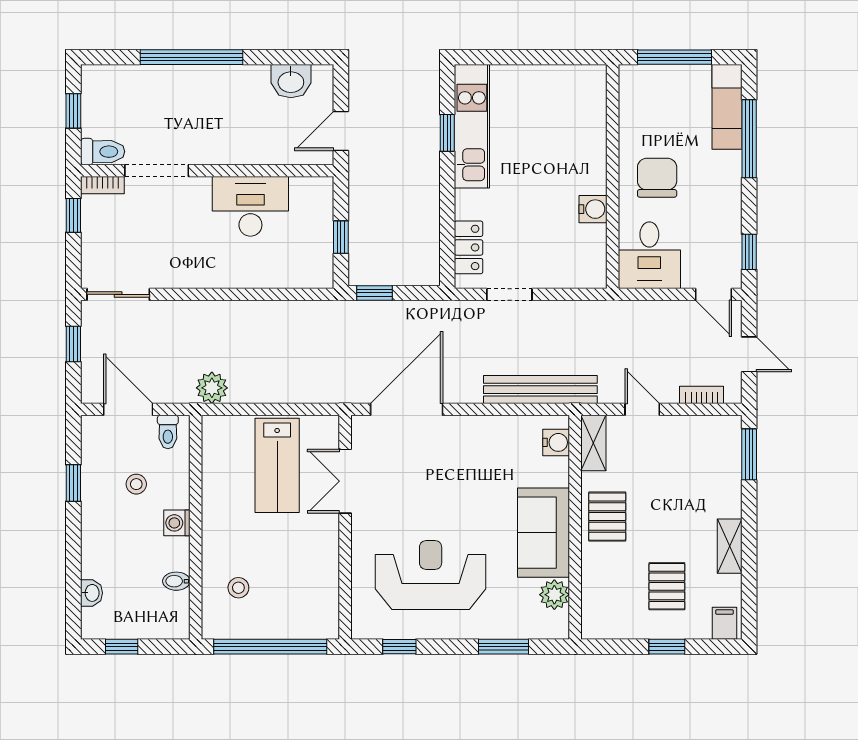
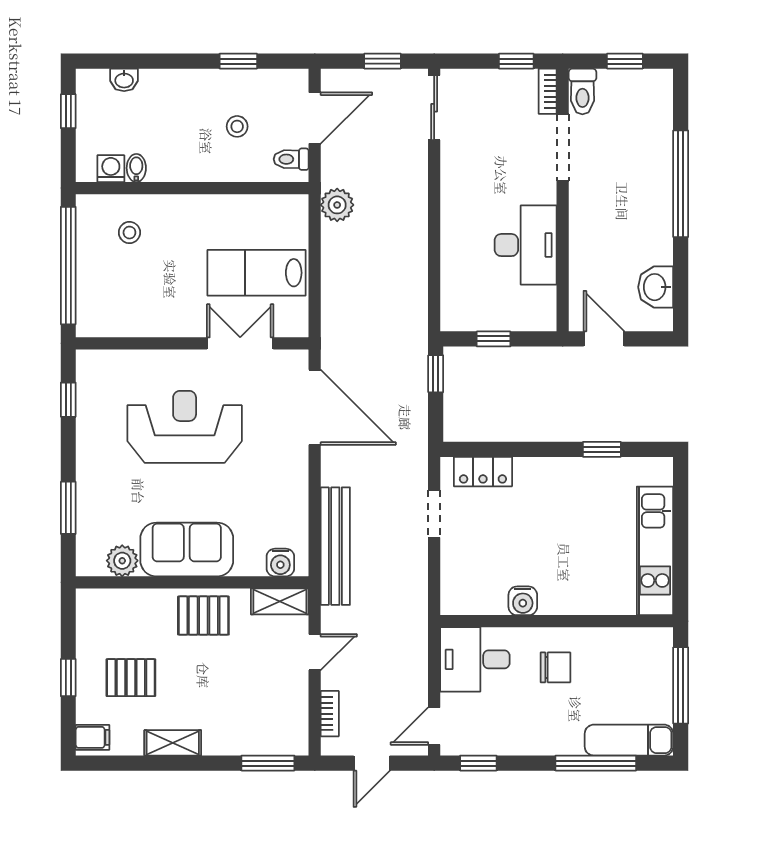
kitchen unit: (472, 126) -> (655, 551), moved, turned 90
chair: (657, 178) -> (555, 667), width x0.73, depth x0.73
washing machine: (177, 523) -> (111, 169), moved
reception desk: (431, 575) -> (185, 427), moved, turned -90

